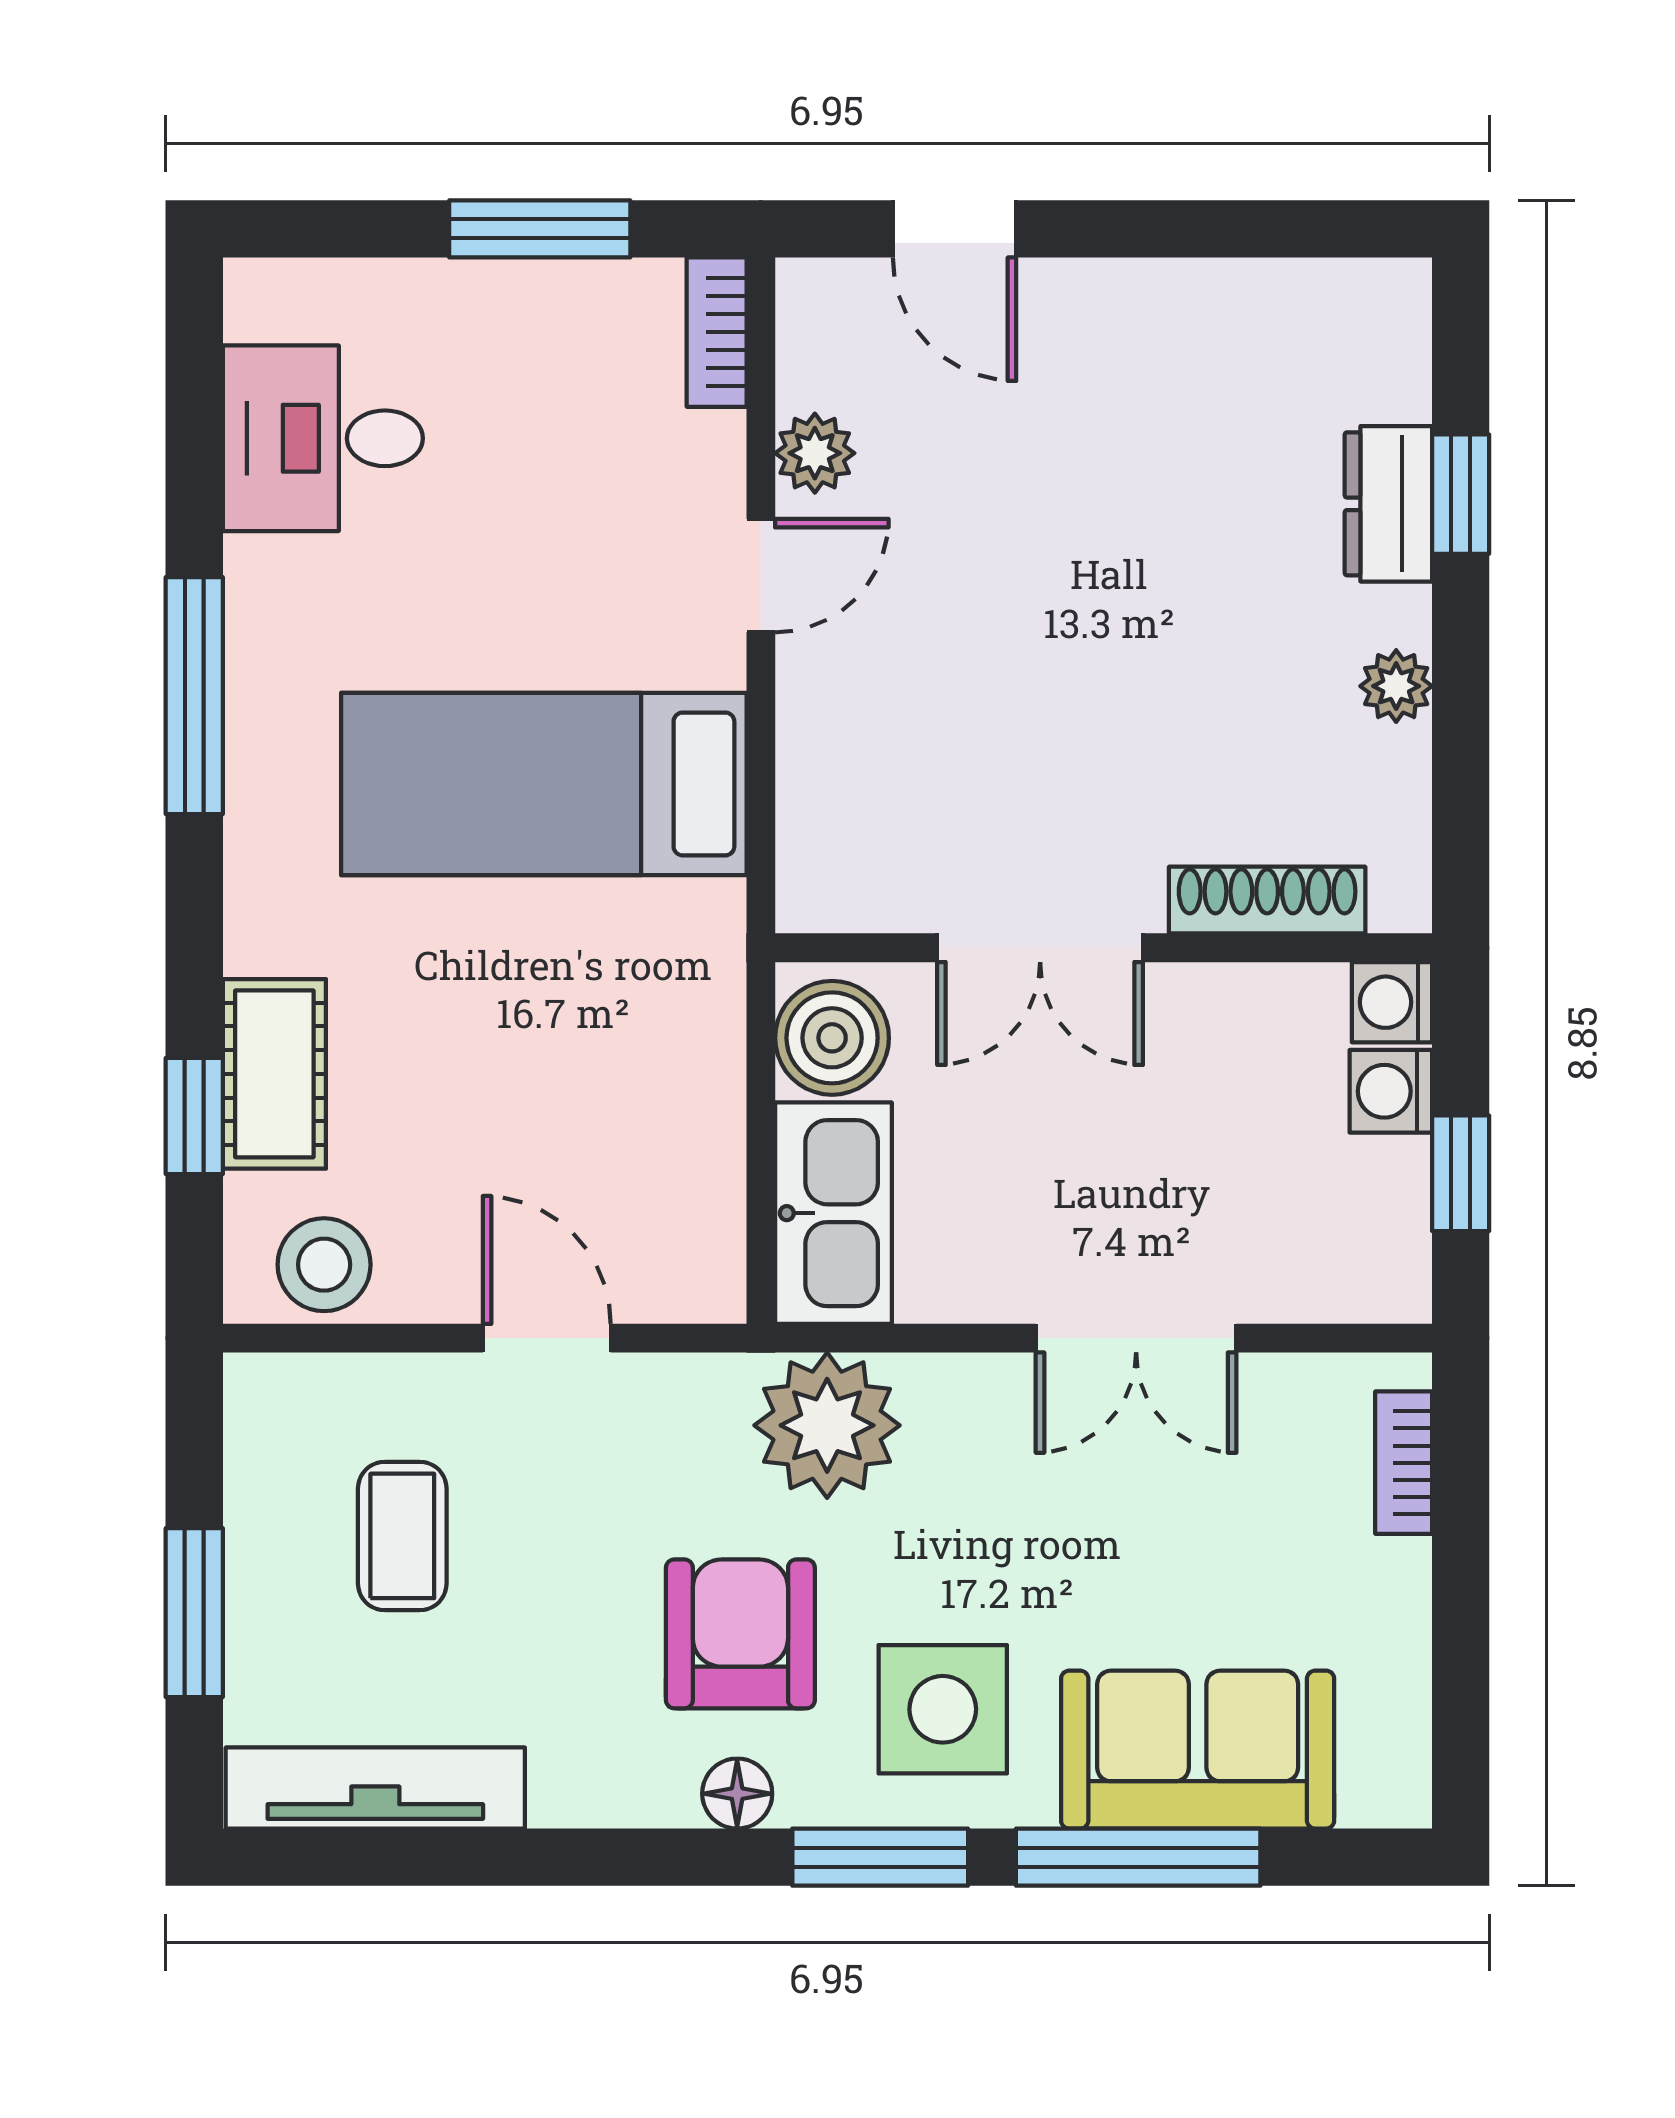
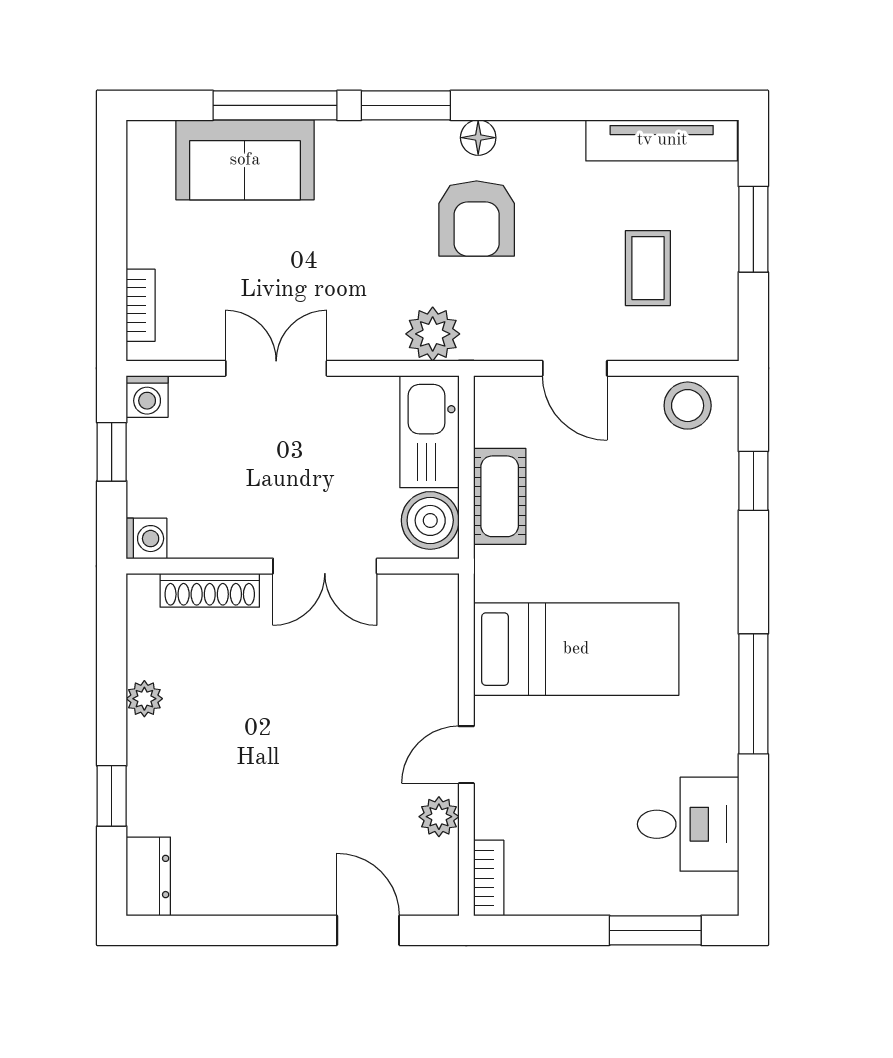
window: (540, 229) -> (655, 930), moved
dresser: (1388, 504) -> (148, 876), moved
double door: (1040, 948) -> (325, 566), swing flipped
cot: (274, 1074) -> (500, 496), moved
washing machine: (1391, 1091) -> (147, 396), moved, turned 90
plant: (827, 1425) -> (433, 334), width x0.73, depth x0.73
side table: (943, 1709) -> (374, 180), removed

